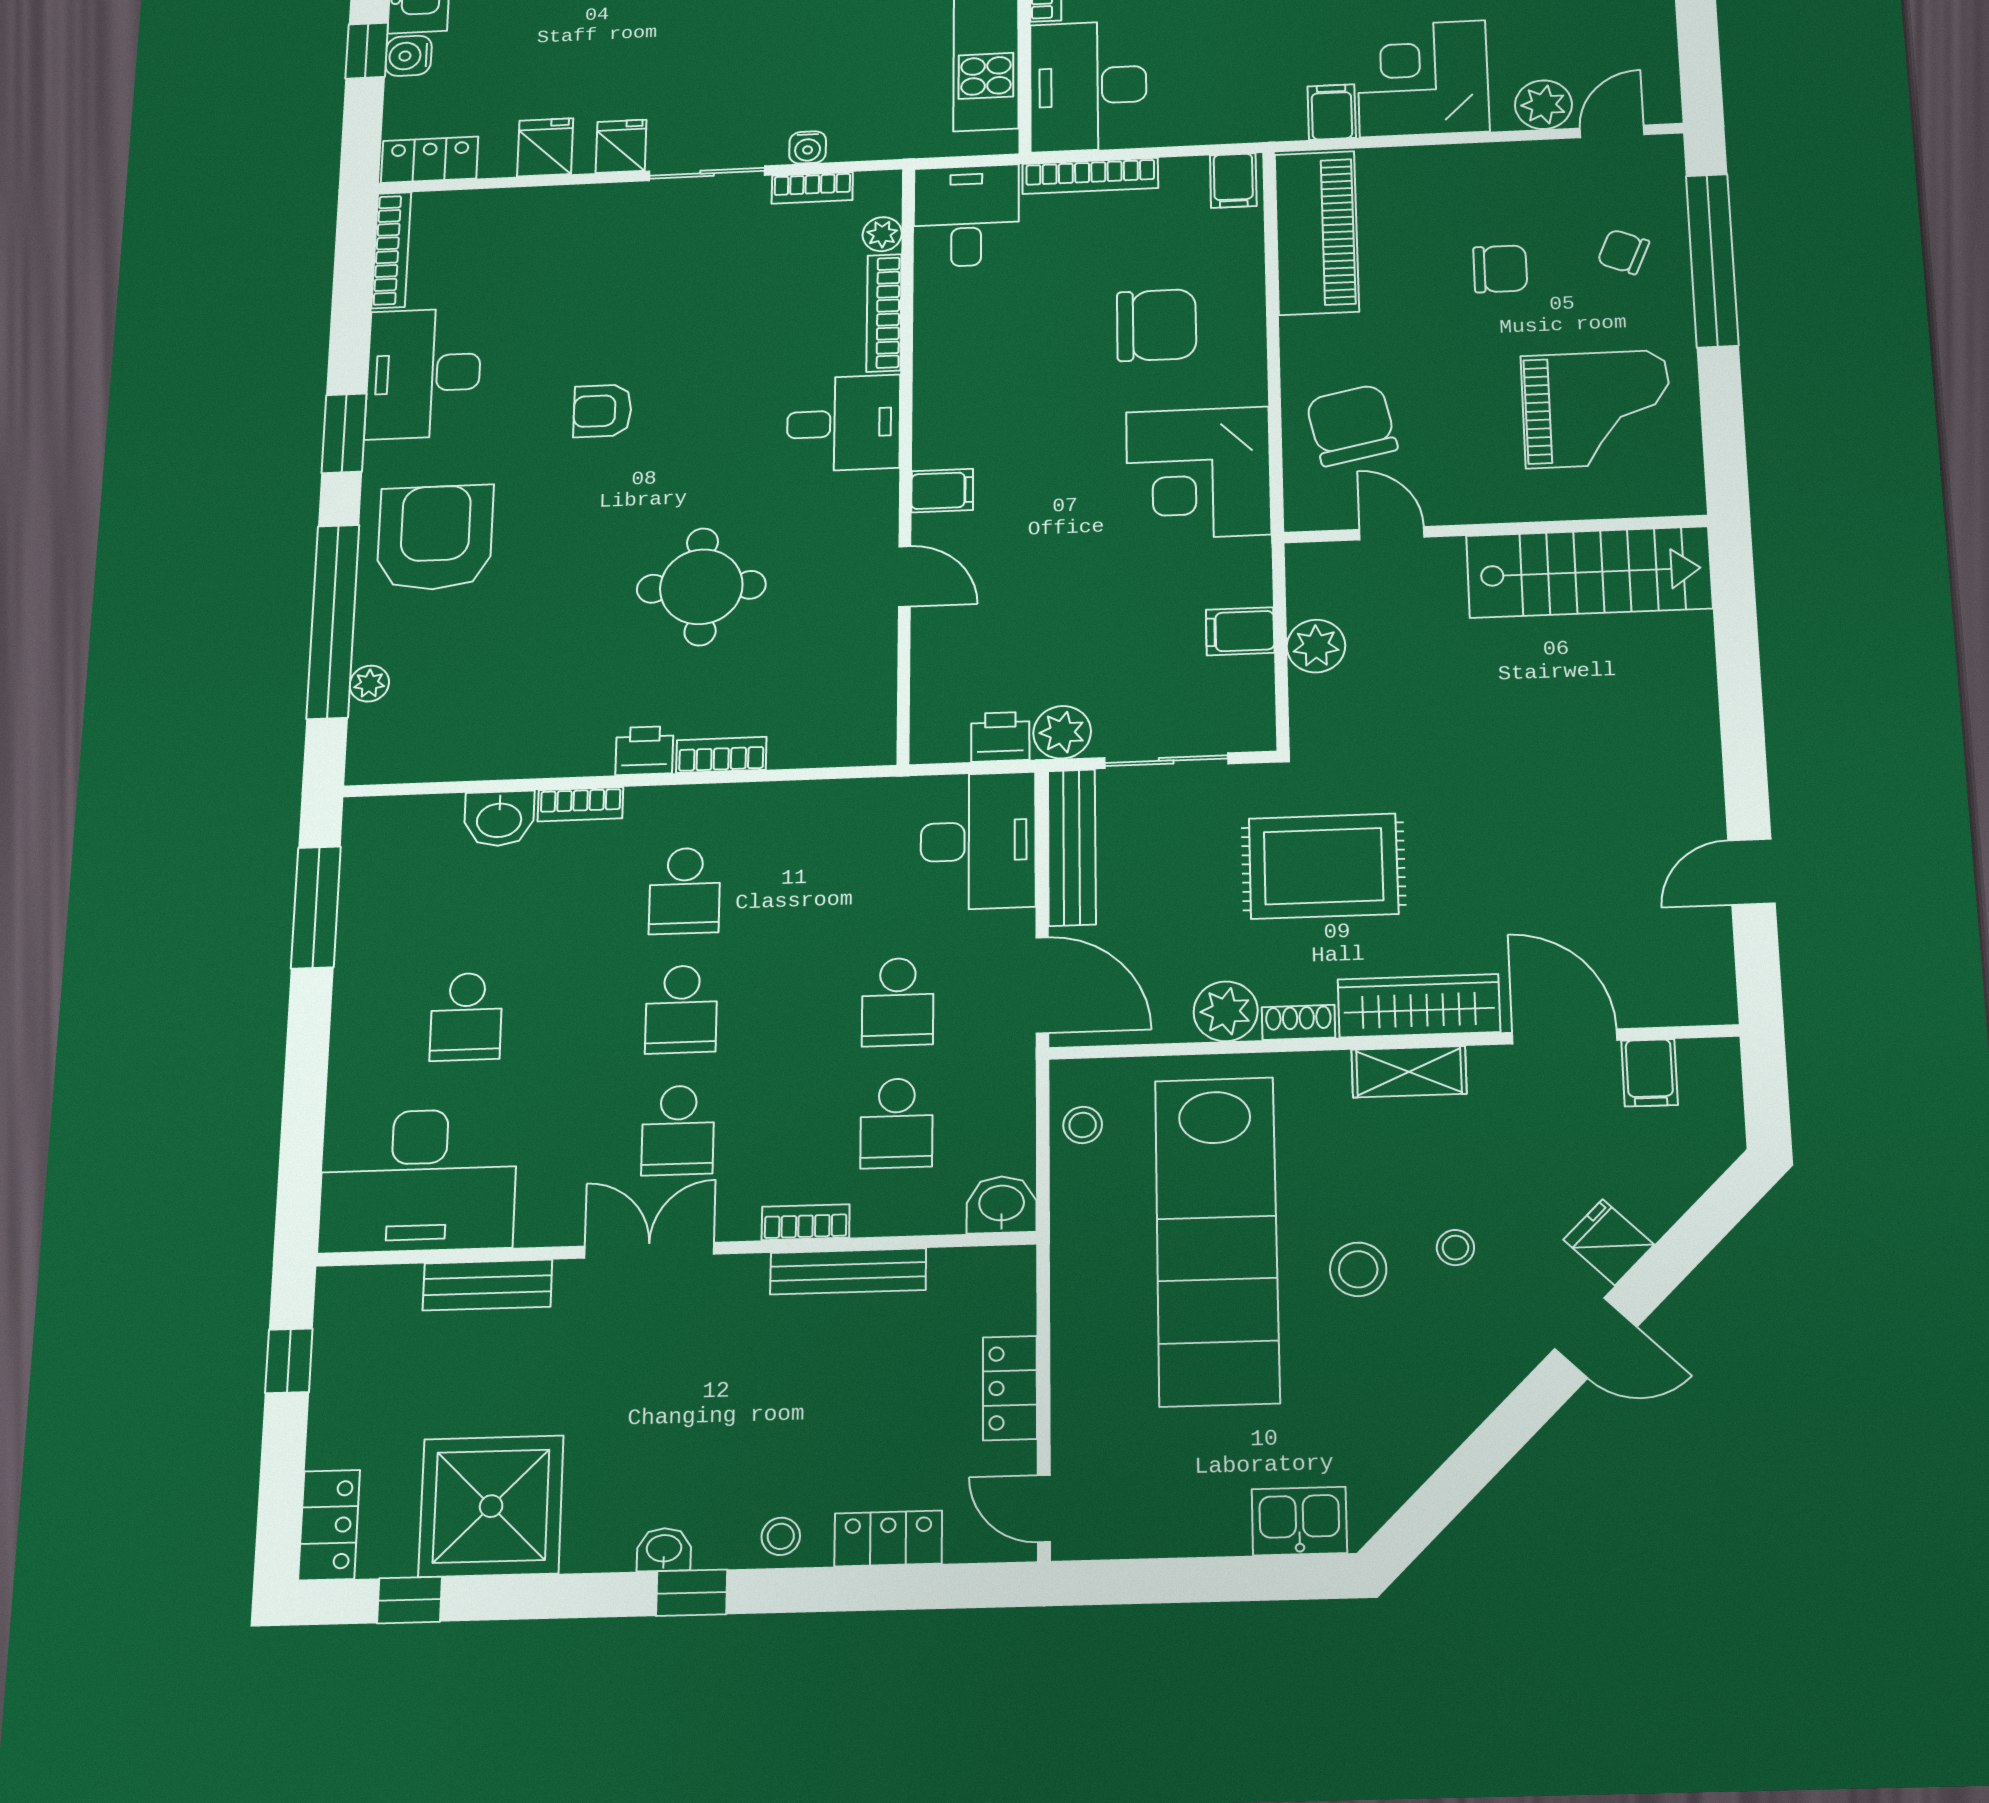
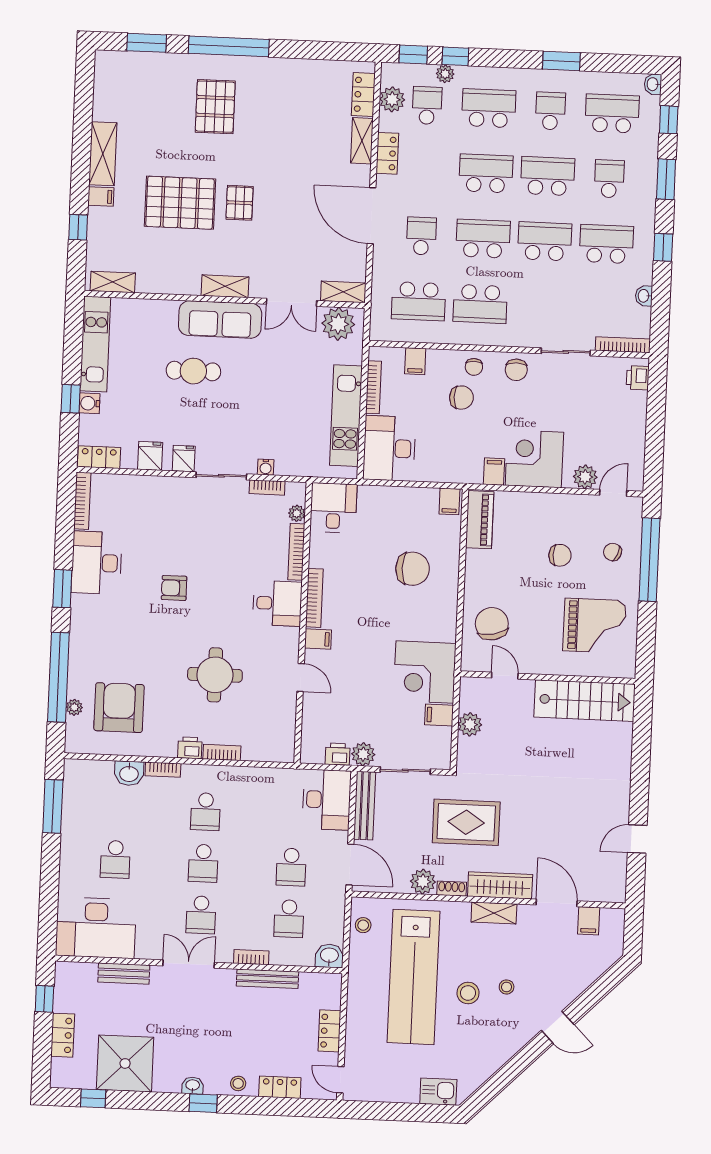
bookcase: (1090, 176) -> (314, 598), moved, turned -90
piano: (1317, 233) -> (480, 520), width x0.73, depth x0.75
corner desk: (1198, 473) -> (425, 672), moved
armchair: (435, 538) -> (119, 708), moved
fridge: (1609, 1242) -> (566, 989), removed
locker: (329, 1525) -> (63, 1035), moved

